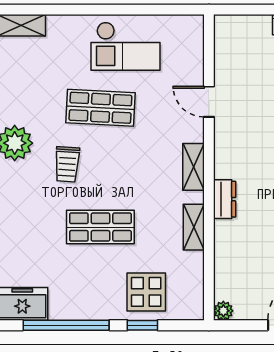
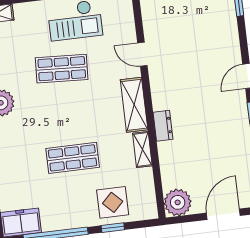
trolley: (67, 164) -> (42, 114), removed
shelving: (194, 167) -> (134, 105), width x1.50, depth x1.33
plant: (223, 311) -> (178, 202), width x1.87, depth x1.87

